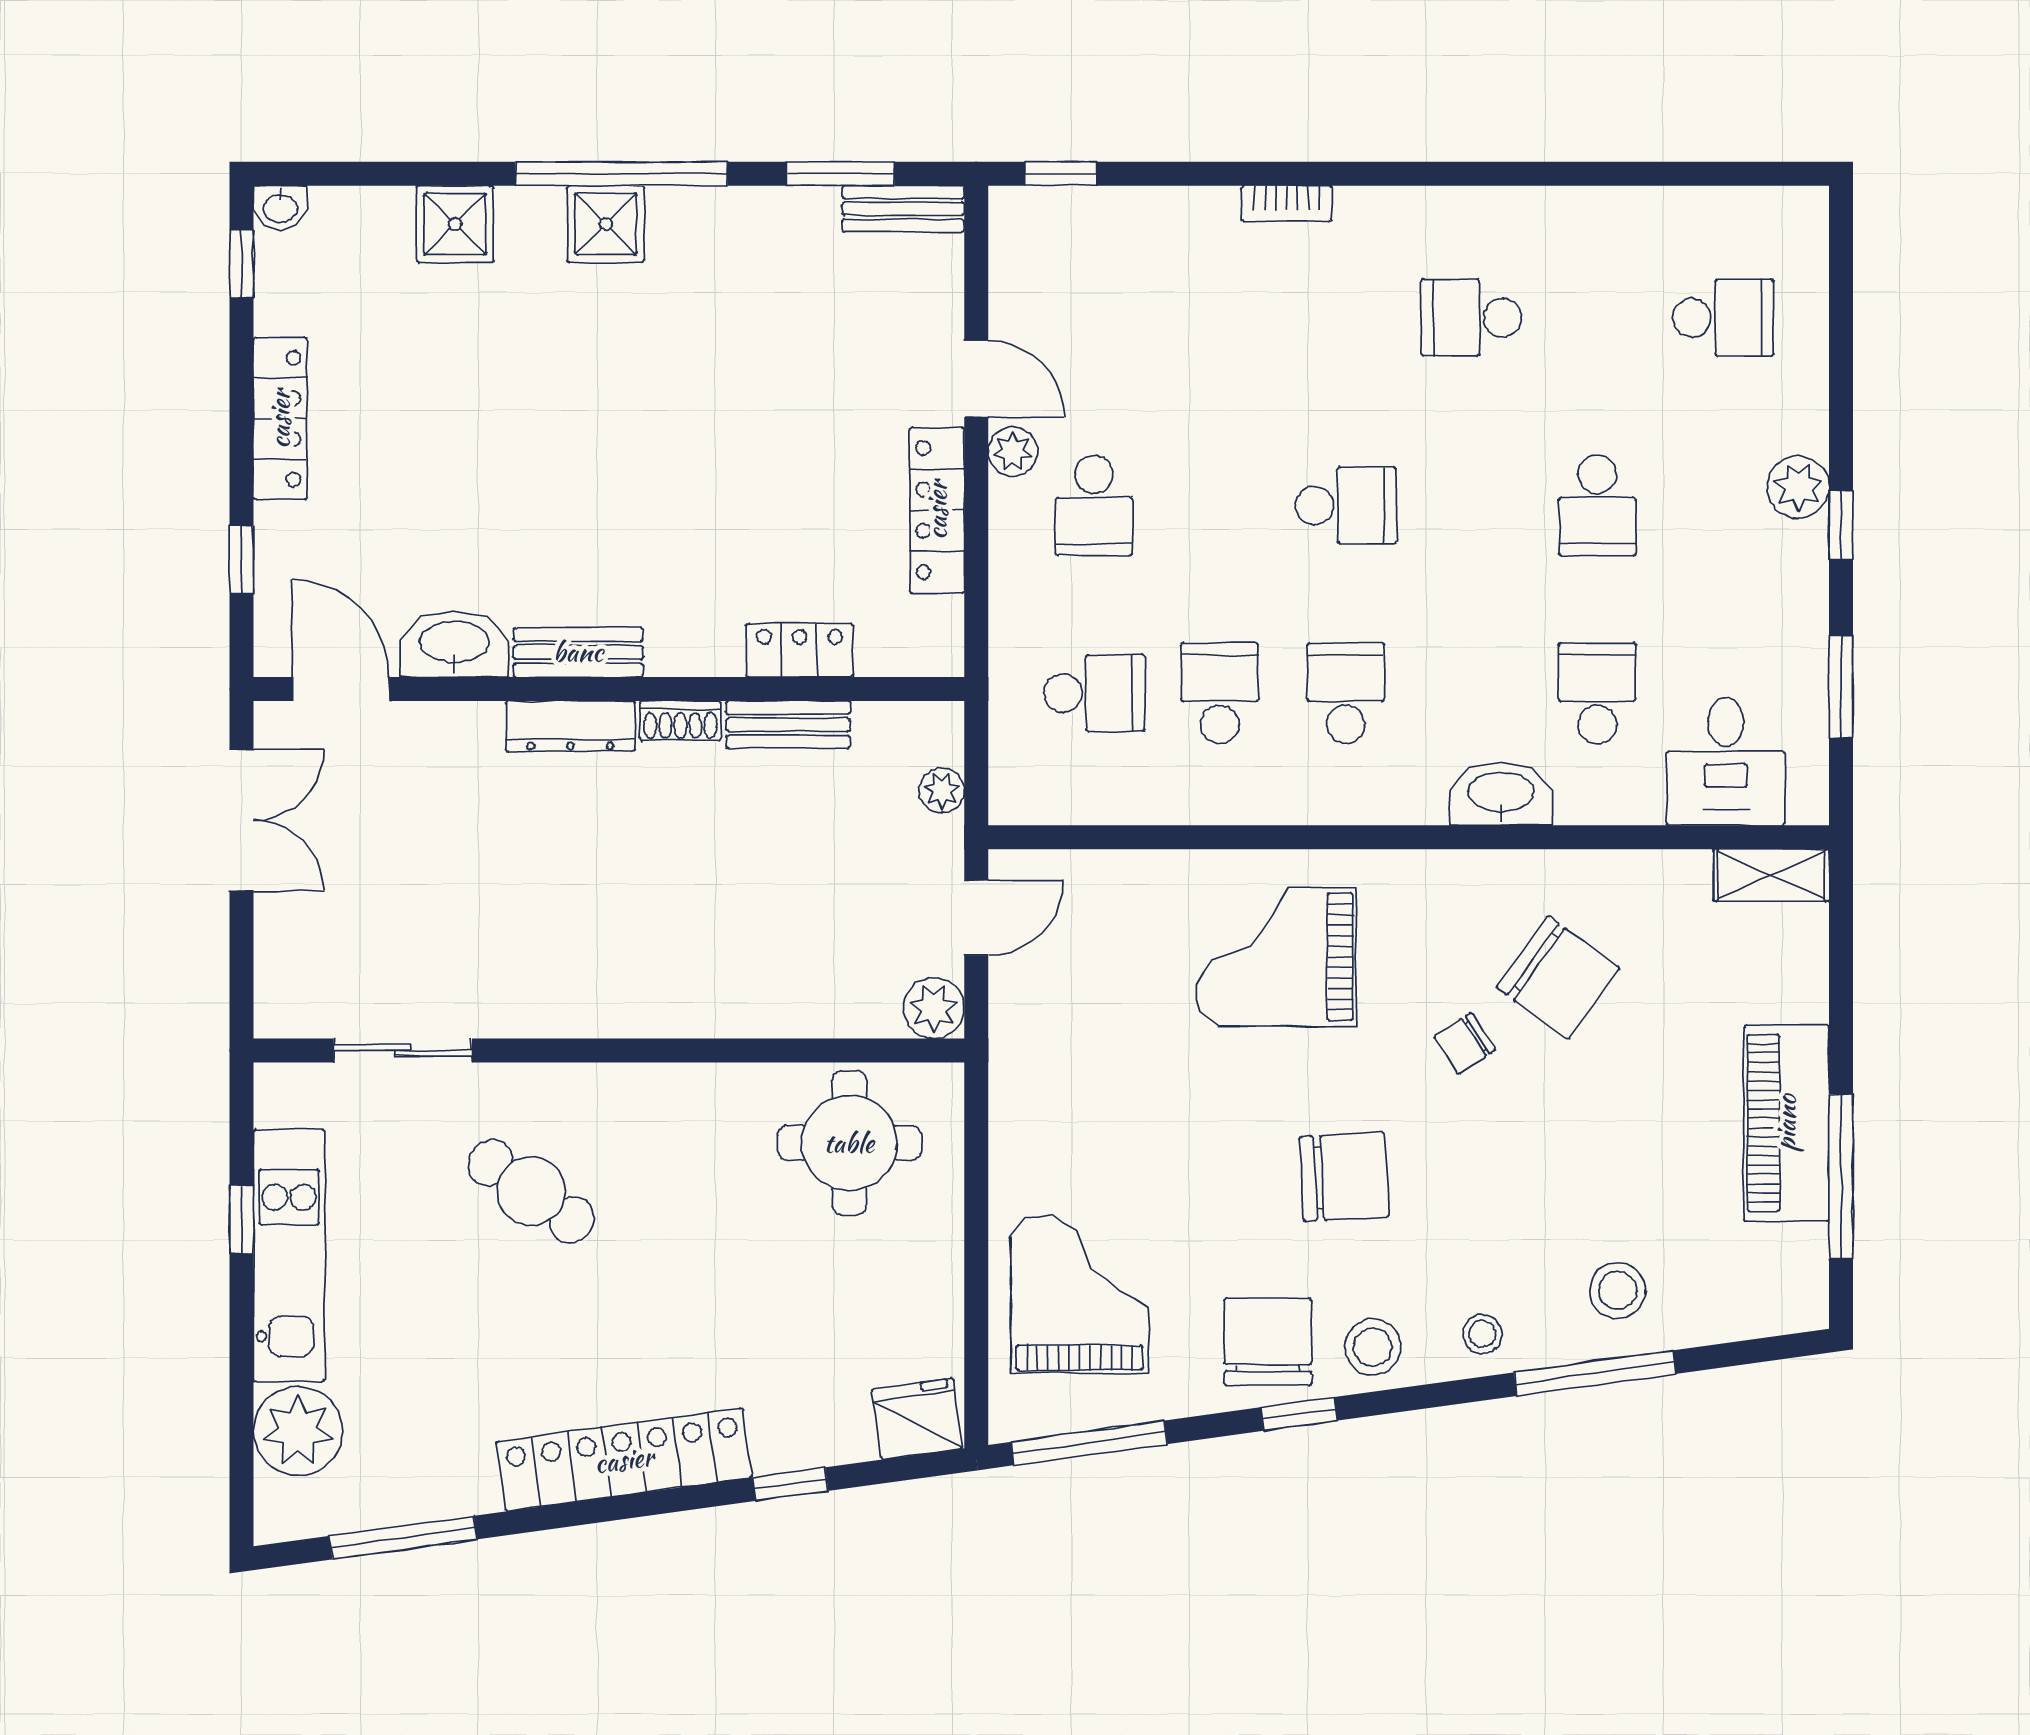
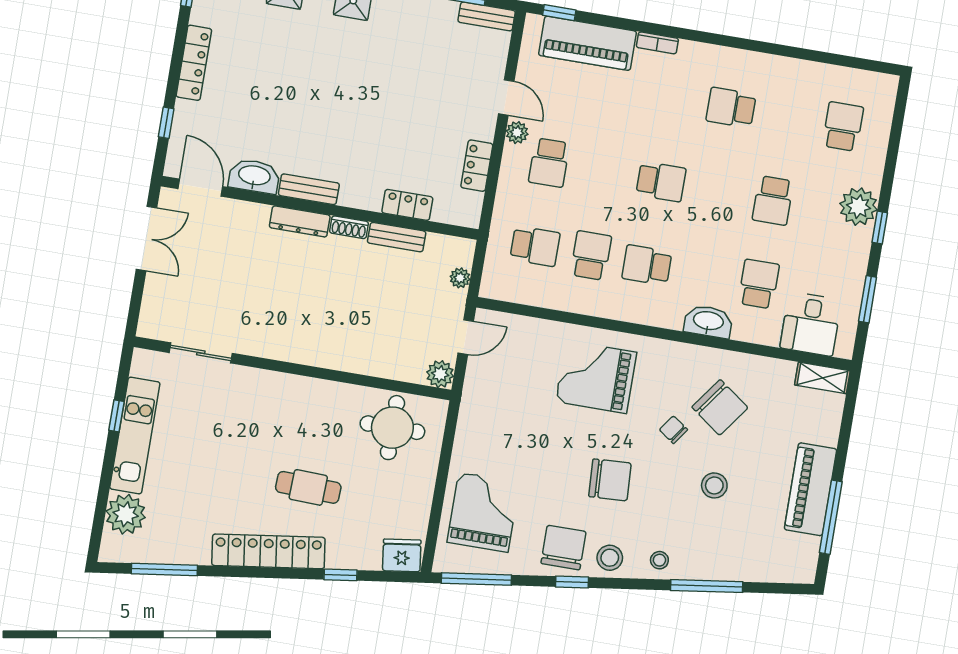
piano: (1134, 230) -> (588, 43), added
school desk: (1723, 318) -> (843, 126), turned -90
plant: (1798, 487) -> (859, 207), width x1.36, depth x1.36
locker: (937, 510) -> (477, 166), width x0.66
school desk: (1346, 693) -> (647, 265), turned -90
chair: (1465, 1043) -> (673, 430), turned 68
cafe table: (531, 1191) -> (308, 487), moved, turned -33
stool: (1618, 1290) -> (714, 485), moved

